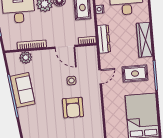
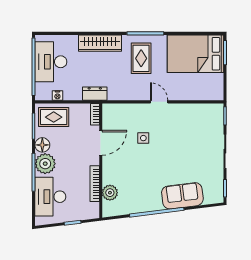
dresser: (104, 39) -> (95, 94), width x0.70
door: (100, 77) -> (159, 102), moved
sofa: (23, 90) -> (182, 196), moved
armchair: (73, 108) -> (177, 139), removed

